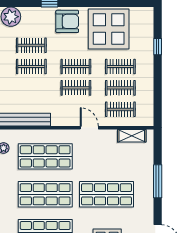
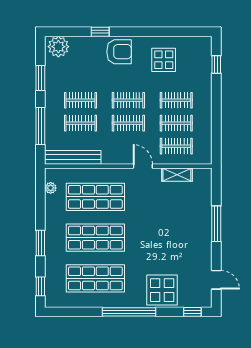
display table: (109, 29) -> (164, 60), width x0.54, depth x0.54
clothes rail: (31, 45) -> (80, 123), moved
window: (158, 47) -> (216, 64), moved
shelving: (132, 136) -> (177, 175), moved
shop shelf: (106, 194) -> (161, 238), removed

